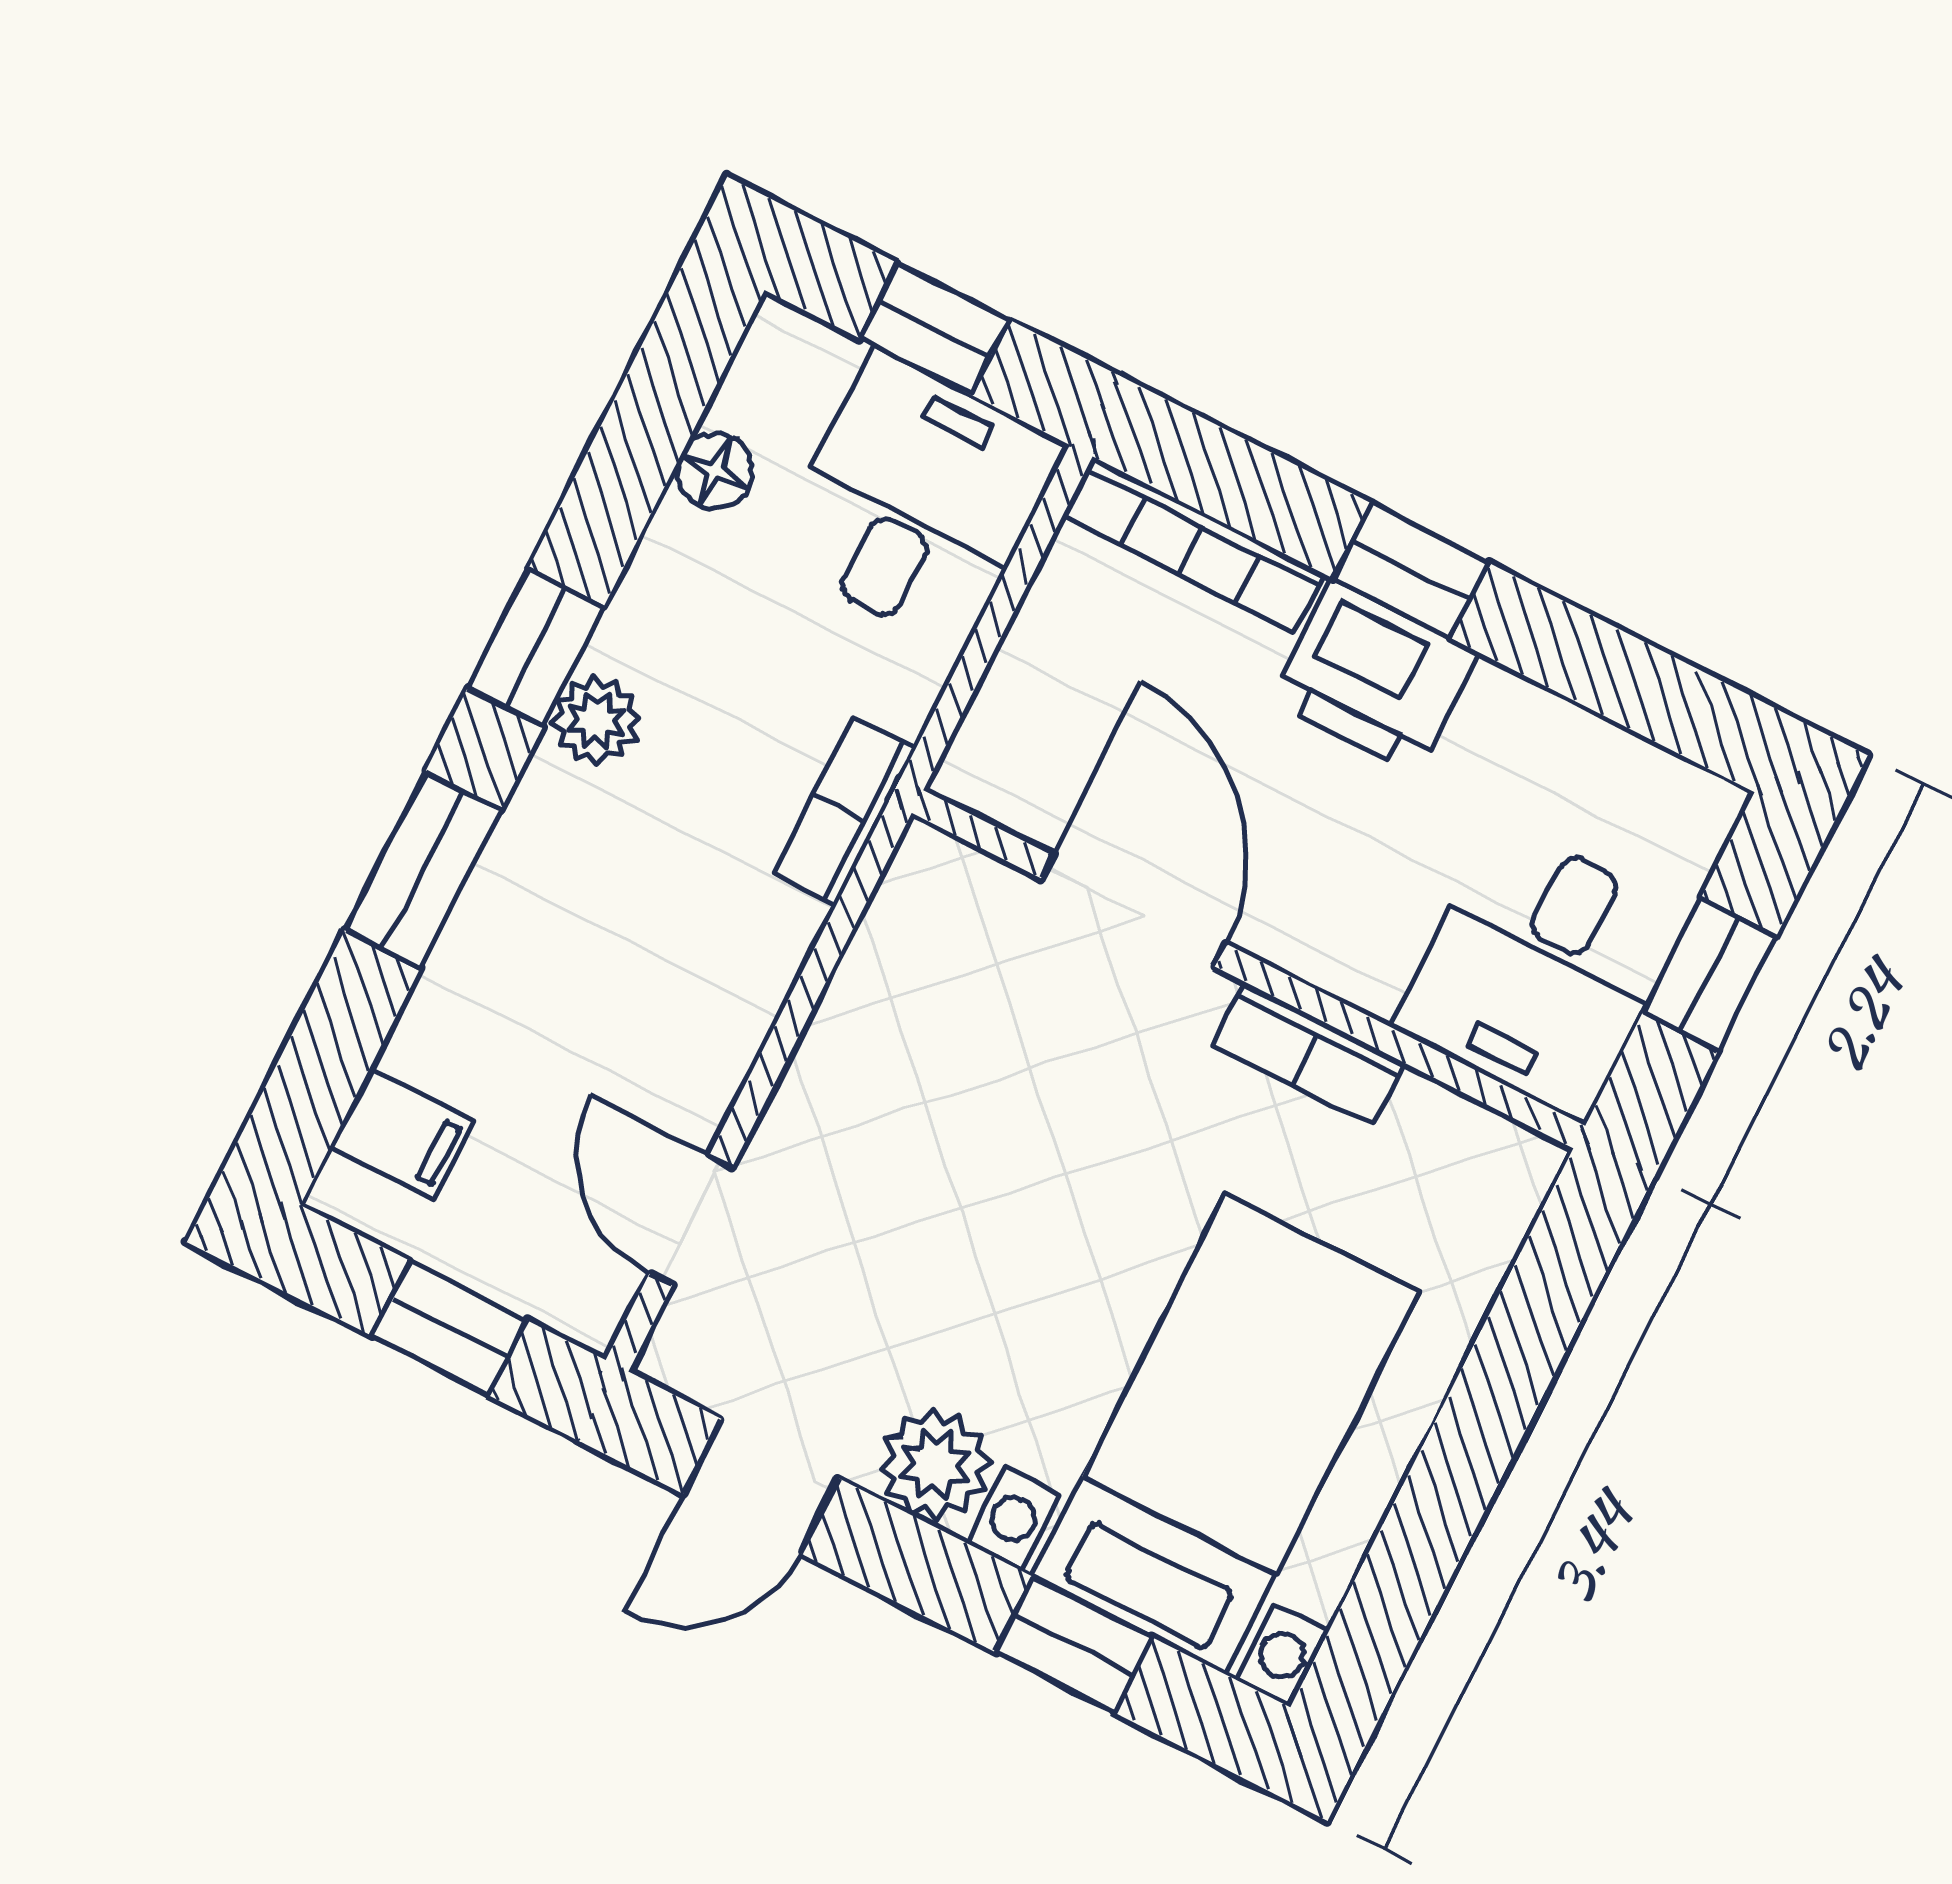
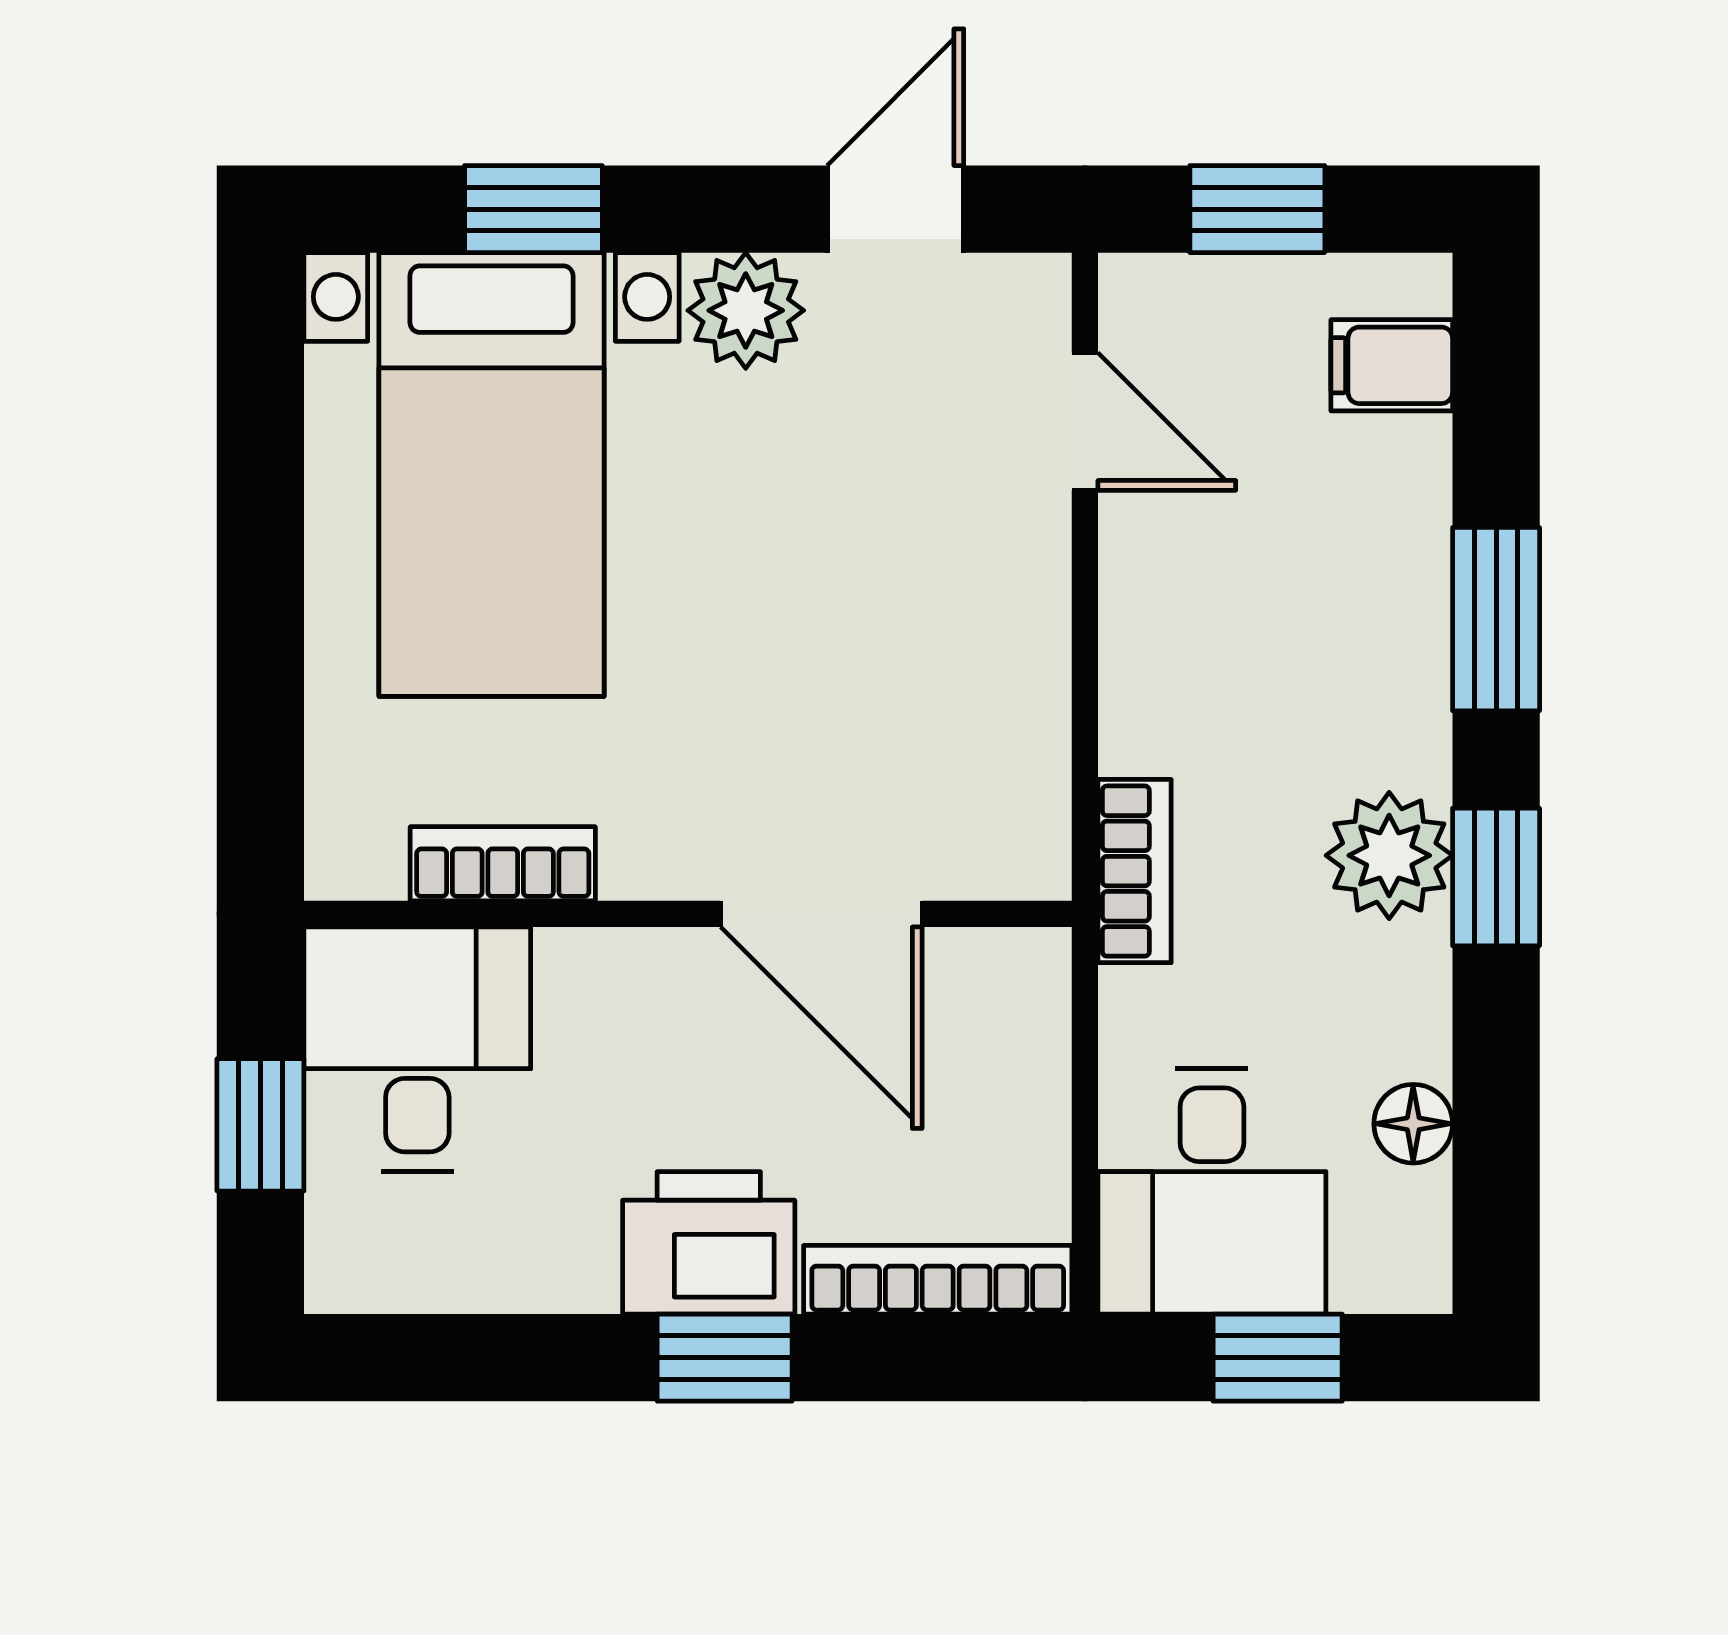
plant: (596, 720) -> (1389, 855), width x1.38, depth x1.38
bookcase: (1308, 1054) -> (503, 864), moved

